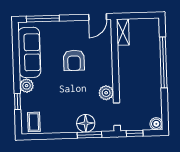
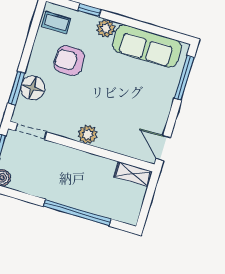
armchair: (74, 60) -> (69, 61), moved
plant: (106, 93) -> (88, 134), moved

